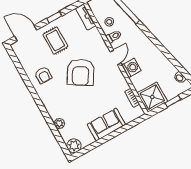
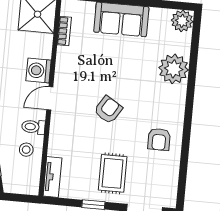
armchair: (81, 72) -> (108, 110), width x0.53, depth x0.53
armchair: (43, 75) -> (159, 139), turned 180
plant: (59, 124) -> (174, 69), width x1.87, depth x1.87

